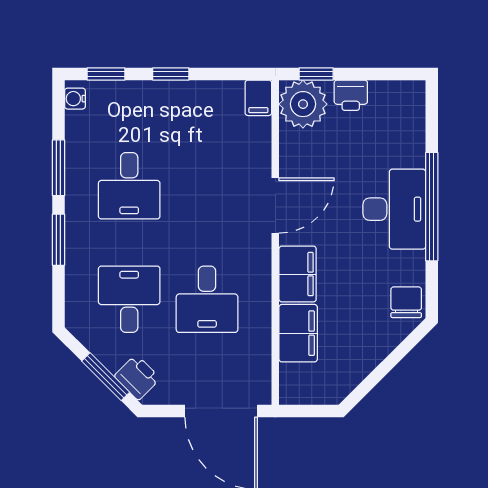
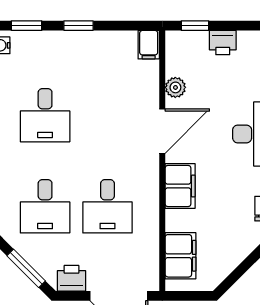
plant: (303, 104) -> (175, 87), moved, width x0.53, depth x0.53
desk: (129, 299) -> (45, 206), turned 180
filing cabinet: (298, 333) -> (181, 256), moved
printer: (137, 377) -> (71, 278), moved, turned -45

